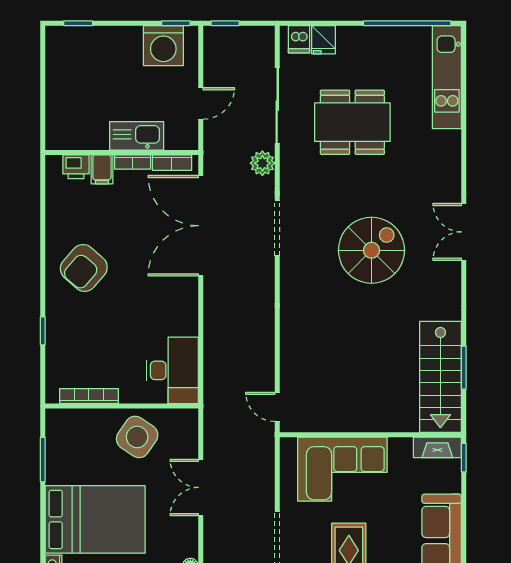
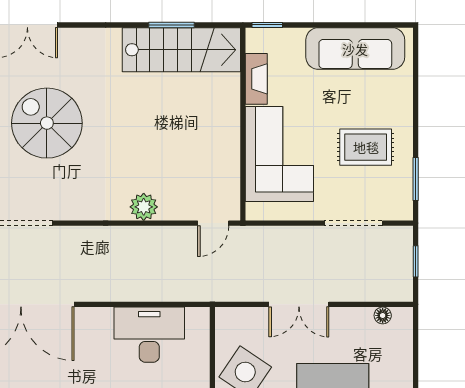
plant: (293, 341) -> (144, 207), added
desk: (172, 370) -> (149, 335), moved
fireplace: (437, 447) -> (256, 79), moved

